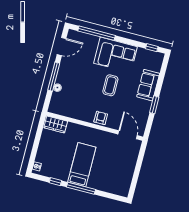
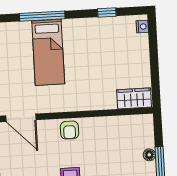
bed: (82, 165) -> (48, 52), moved
window: (81, 188) -> (42, 16), moved

